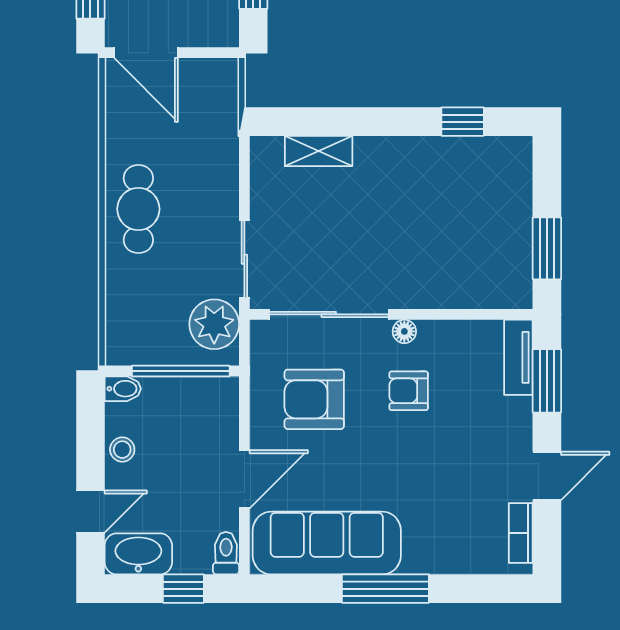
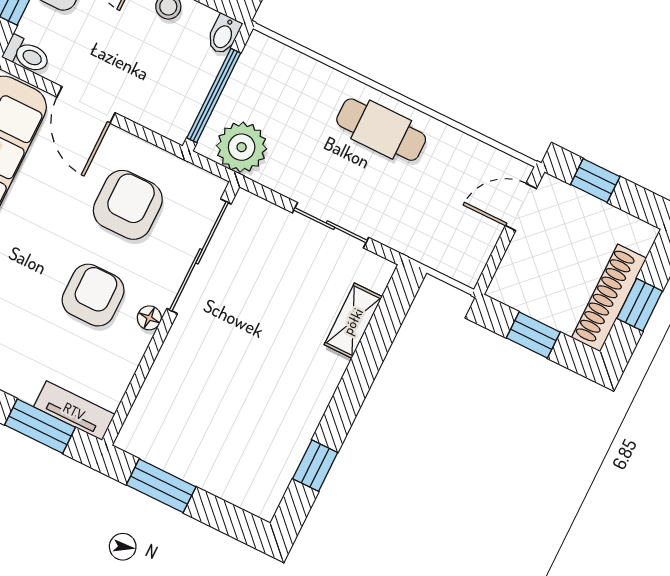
door: (146, 53) -> (521, 207), width x0.73
sliding door: (244, 259) -> (330, 225), moved
armchair: (409, 391) -> (93, 295), width x1.38, depth x1.38

